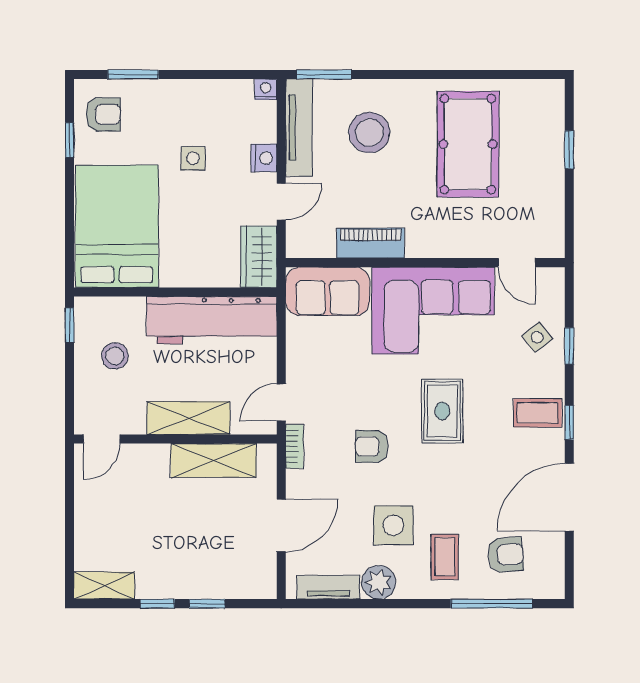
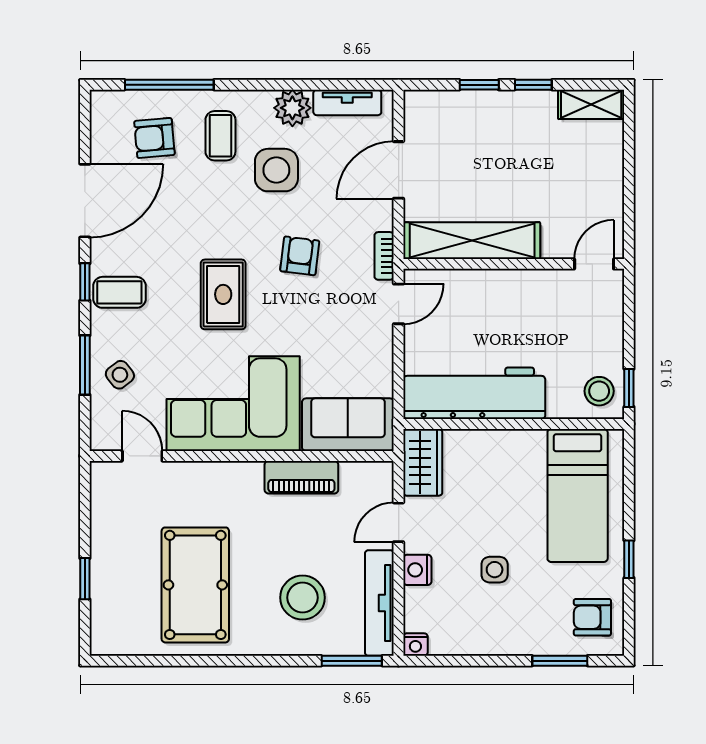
window: (70, 140) -> (629, 559), moved
bed: (117, 226) -> (578, 495), width x0.67
window: (569, 346) -> (85, 365), width x1.50
stool: (115, 356) -> (599, 391), moved
shelving: (189, 418) -> (499, 287), removed
armchair: (372, 446) -> (300, 256), turned -83
shelving: (214, 460) -> (472, 241), width x1.47

